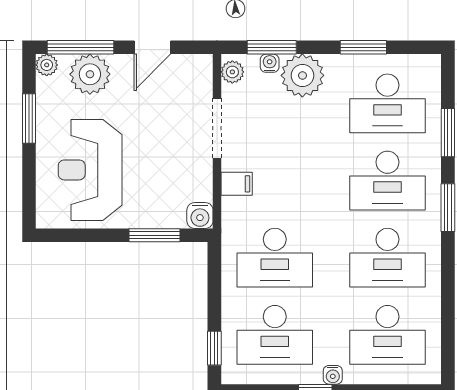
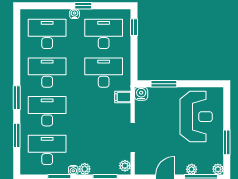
water cooler: (270, 63) -> (73, 170), moved
plant: (90, 74) -> (192, 169), width x0.53, depth x0.53
plant: (302, 75) -> (85, 169), width x0.53, depth x0.53
filing cabinet: (237, 184) -> (123, 97), moved

